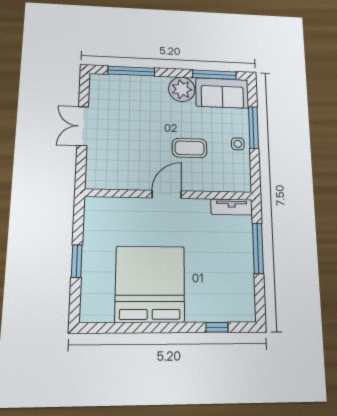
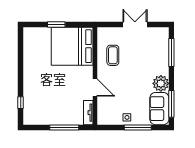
coffee table: (190, 148) -> (113, 55), moved
door: (167, 194) -> (95, 88), moved
bed: (150, 284) -> (72, 46), moved, turned 180

